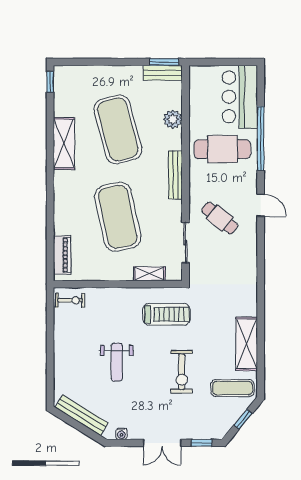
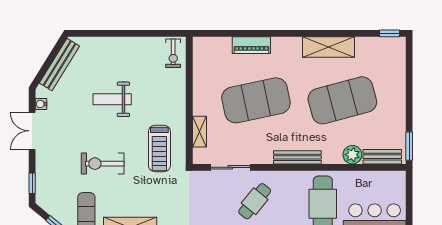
bench: (163, 73) -> (382, 157), moved, turned 90
piano: (62, 255) -> (251, 45), moved
double door: (162, 443) -> (32, 131), moved

